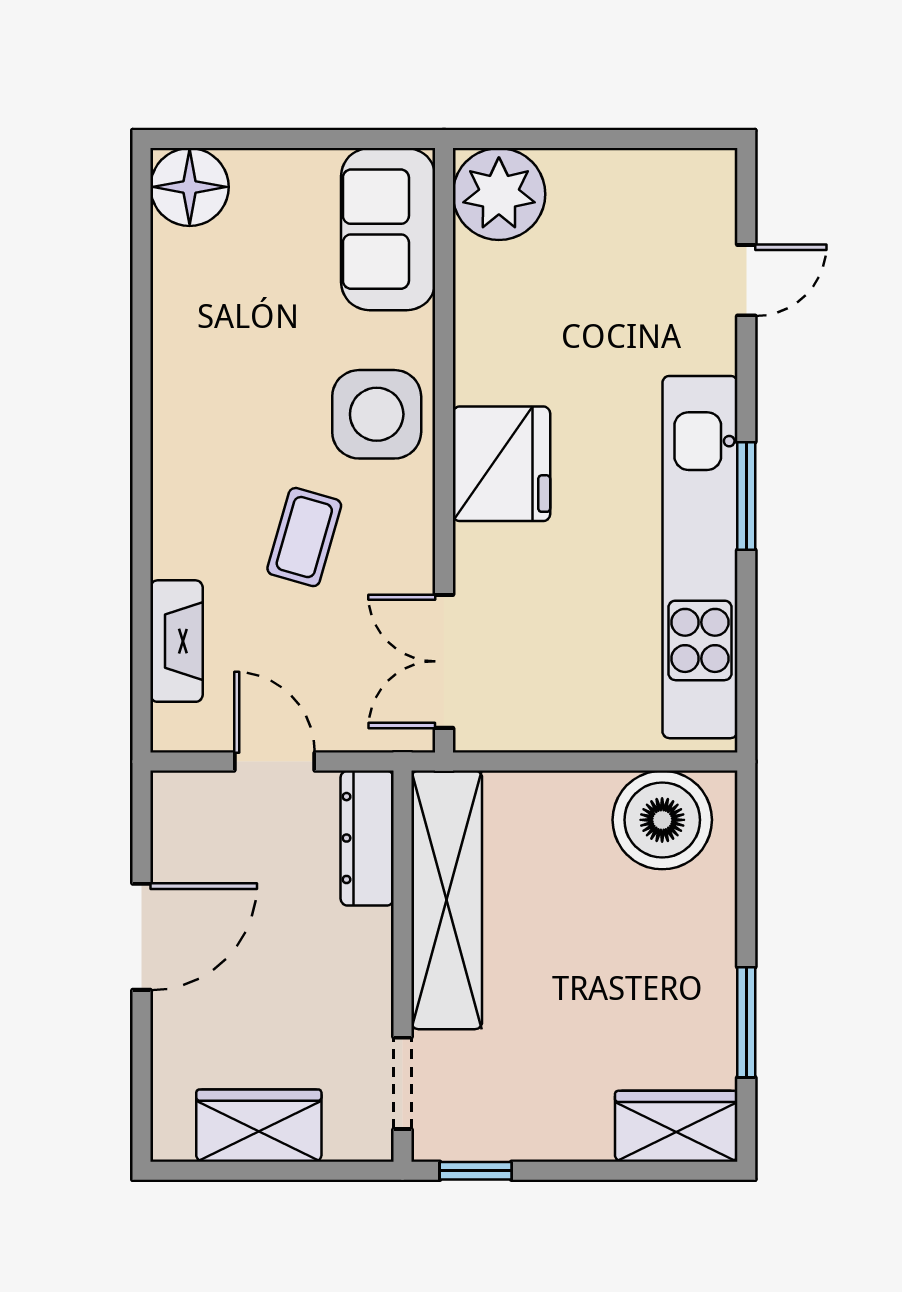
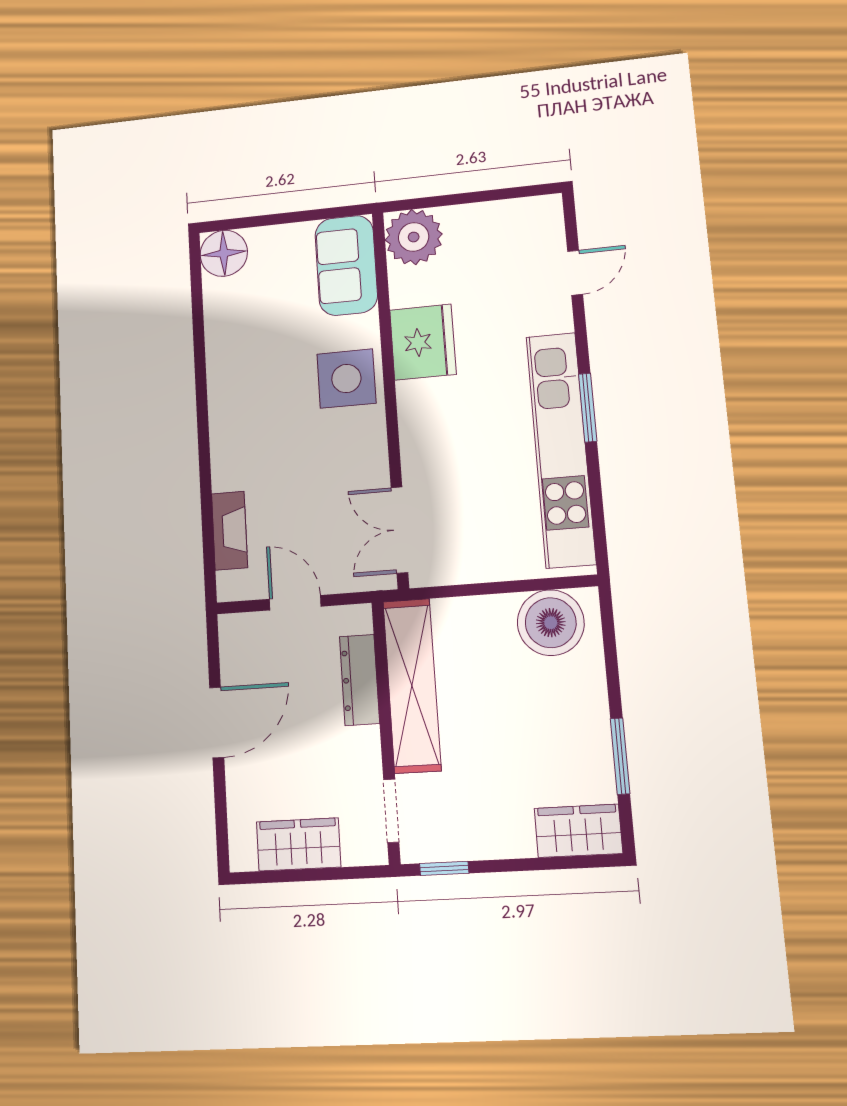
fridge: (501, 464) -> (423, 342), moved
coffee table: (304, 537) -> (306, 459), removed
dresser: (367, 838) -> (359, 680), moved

